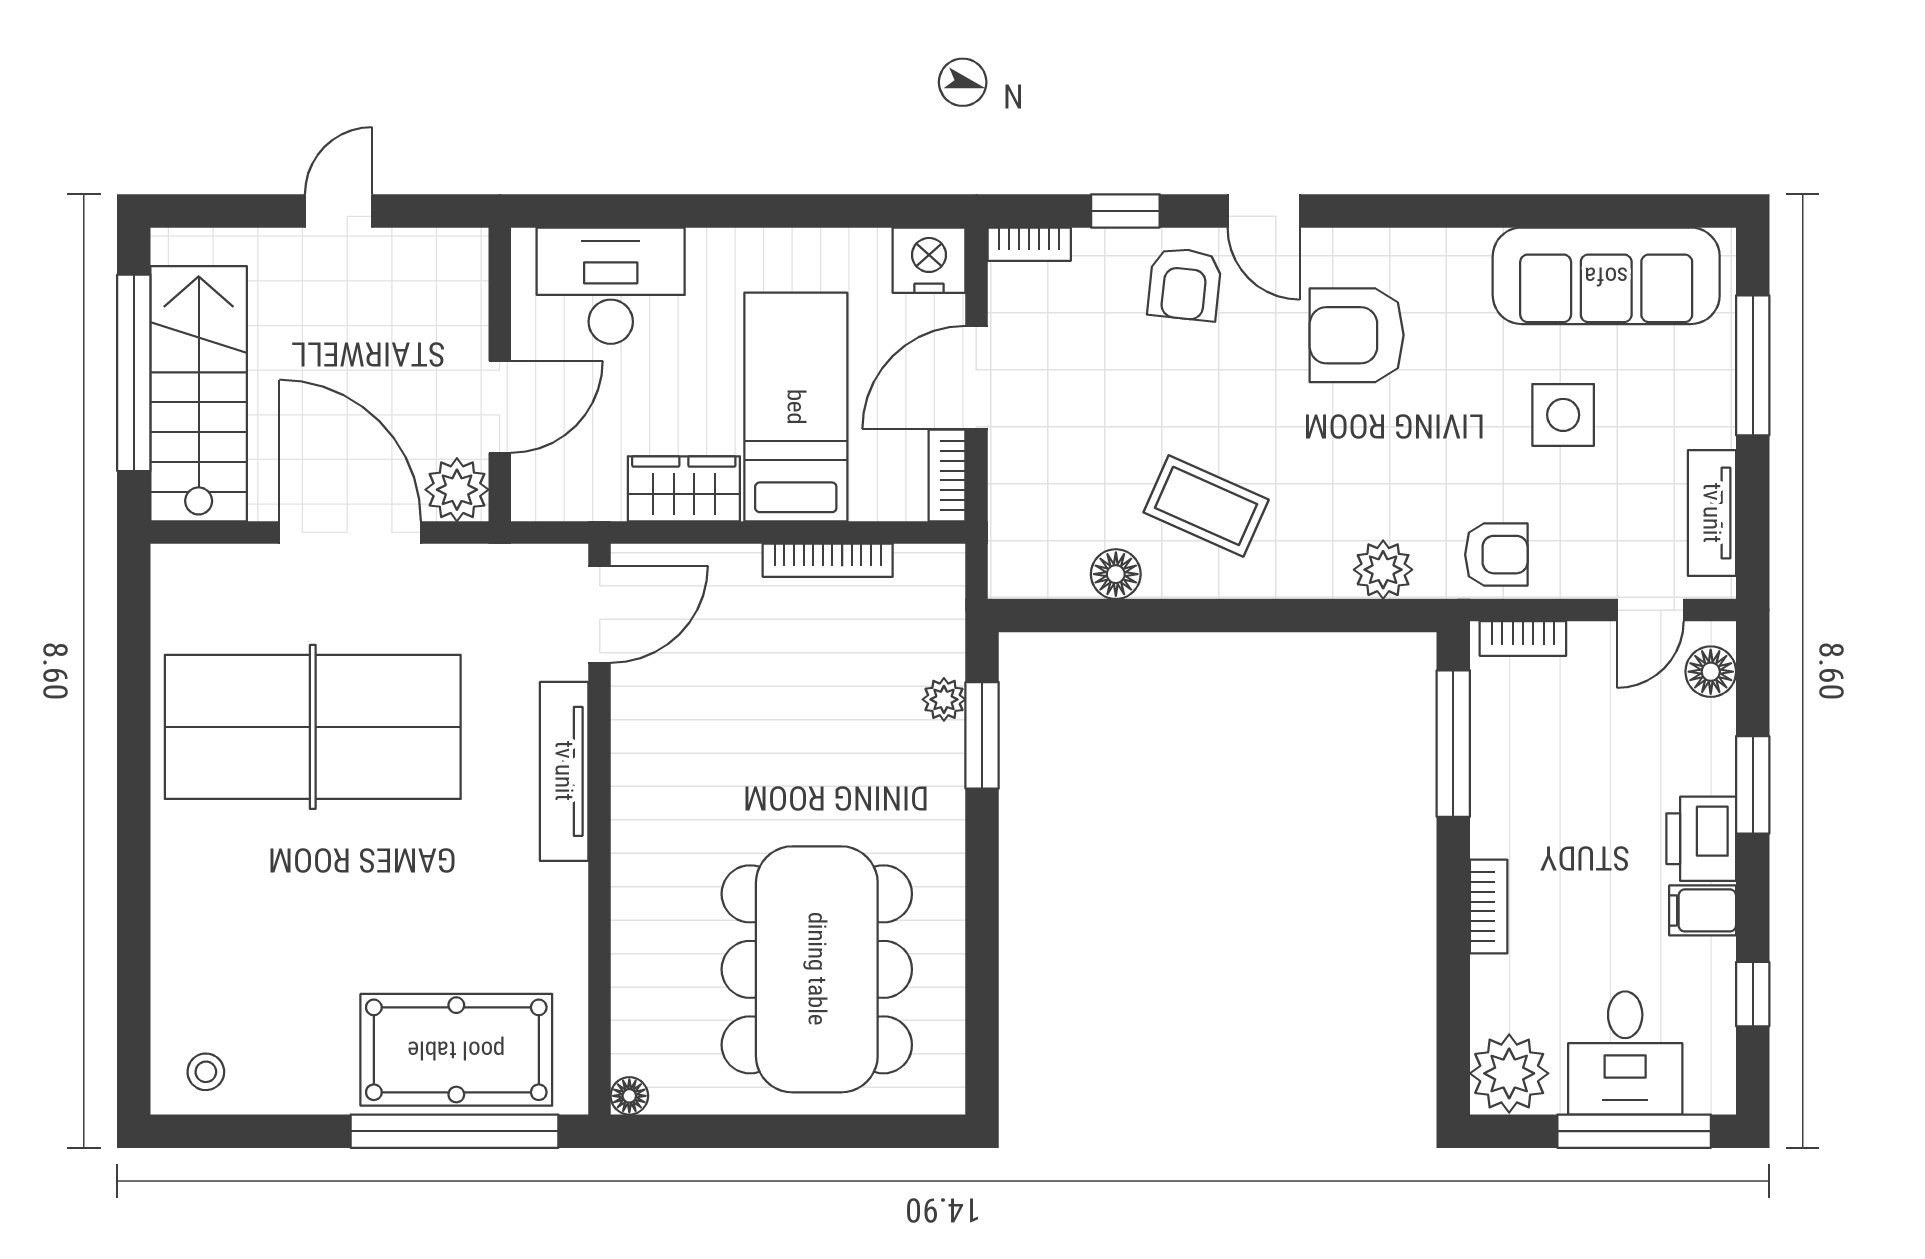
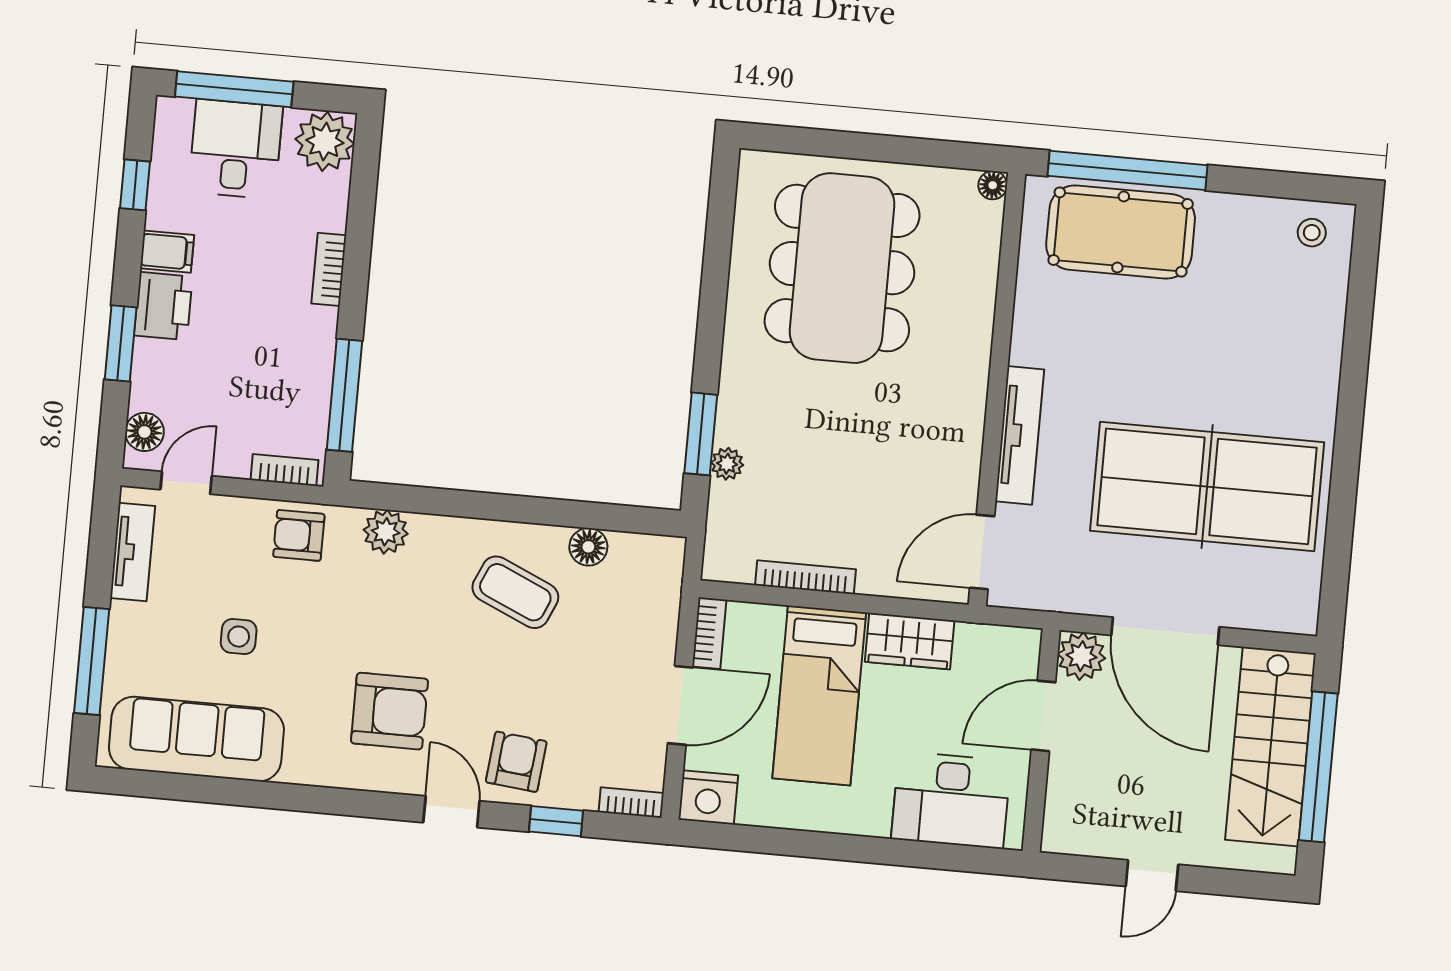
side table: (1563, 415) -> (239, 637), width x0.73, depth x0.73

